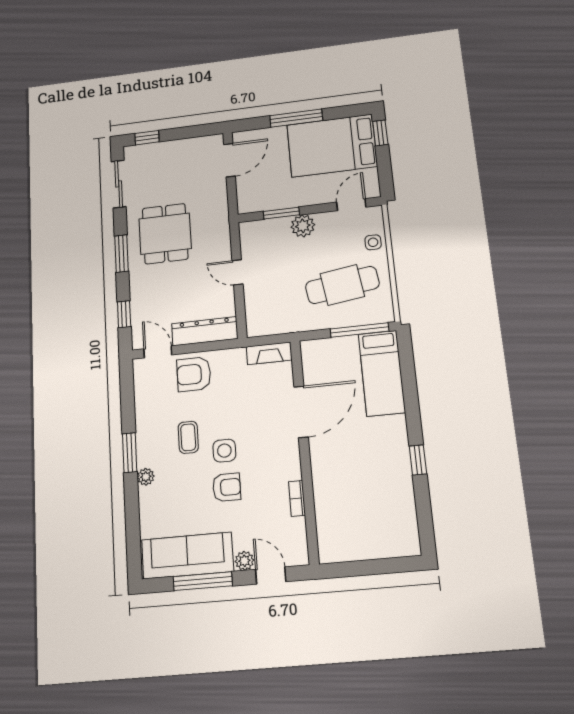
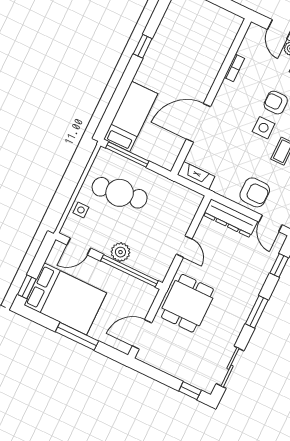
window: (281, 213) -> (129, 271), width x2.11
dining table: (165, 234) -> (187, 303), moved

